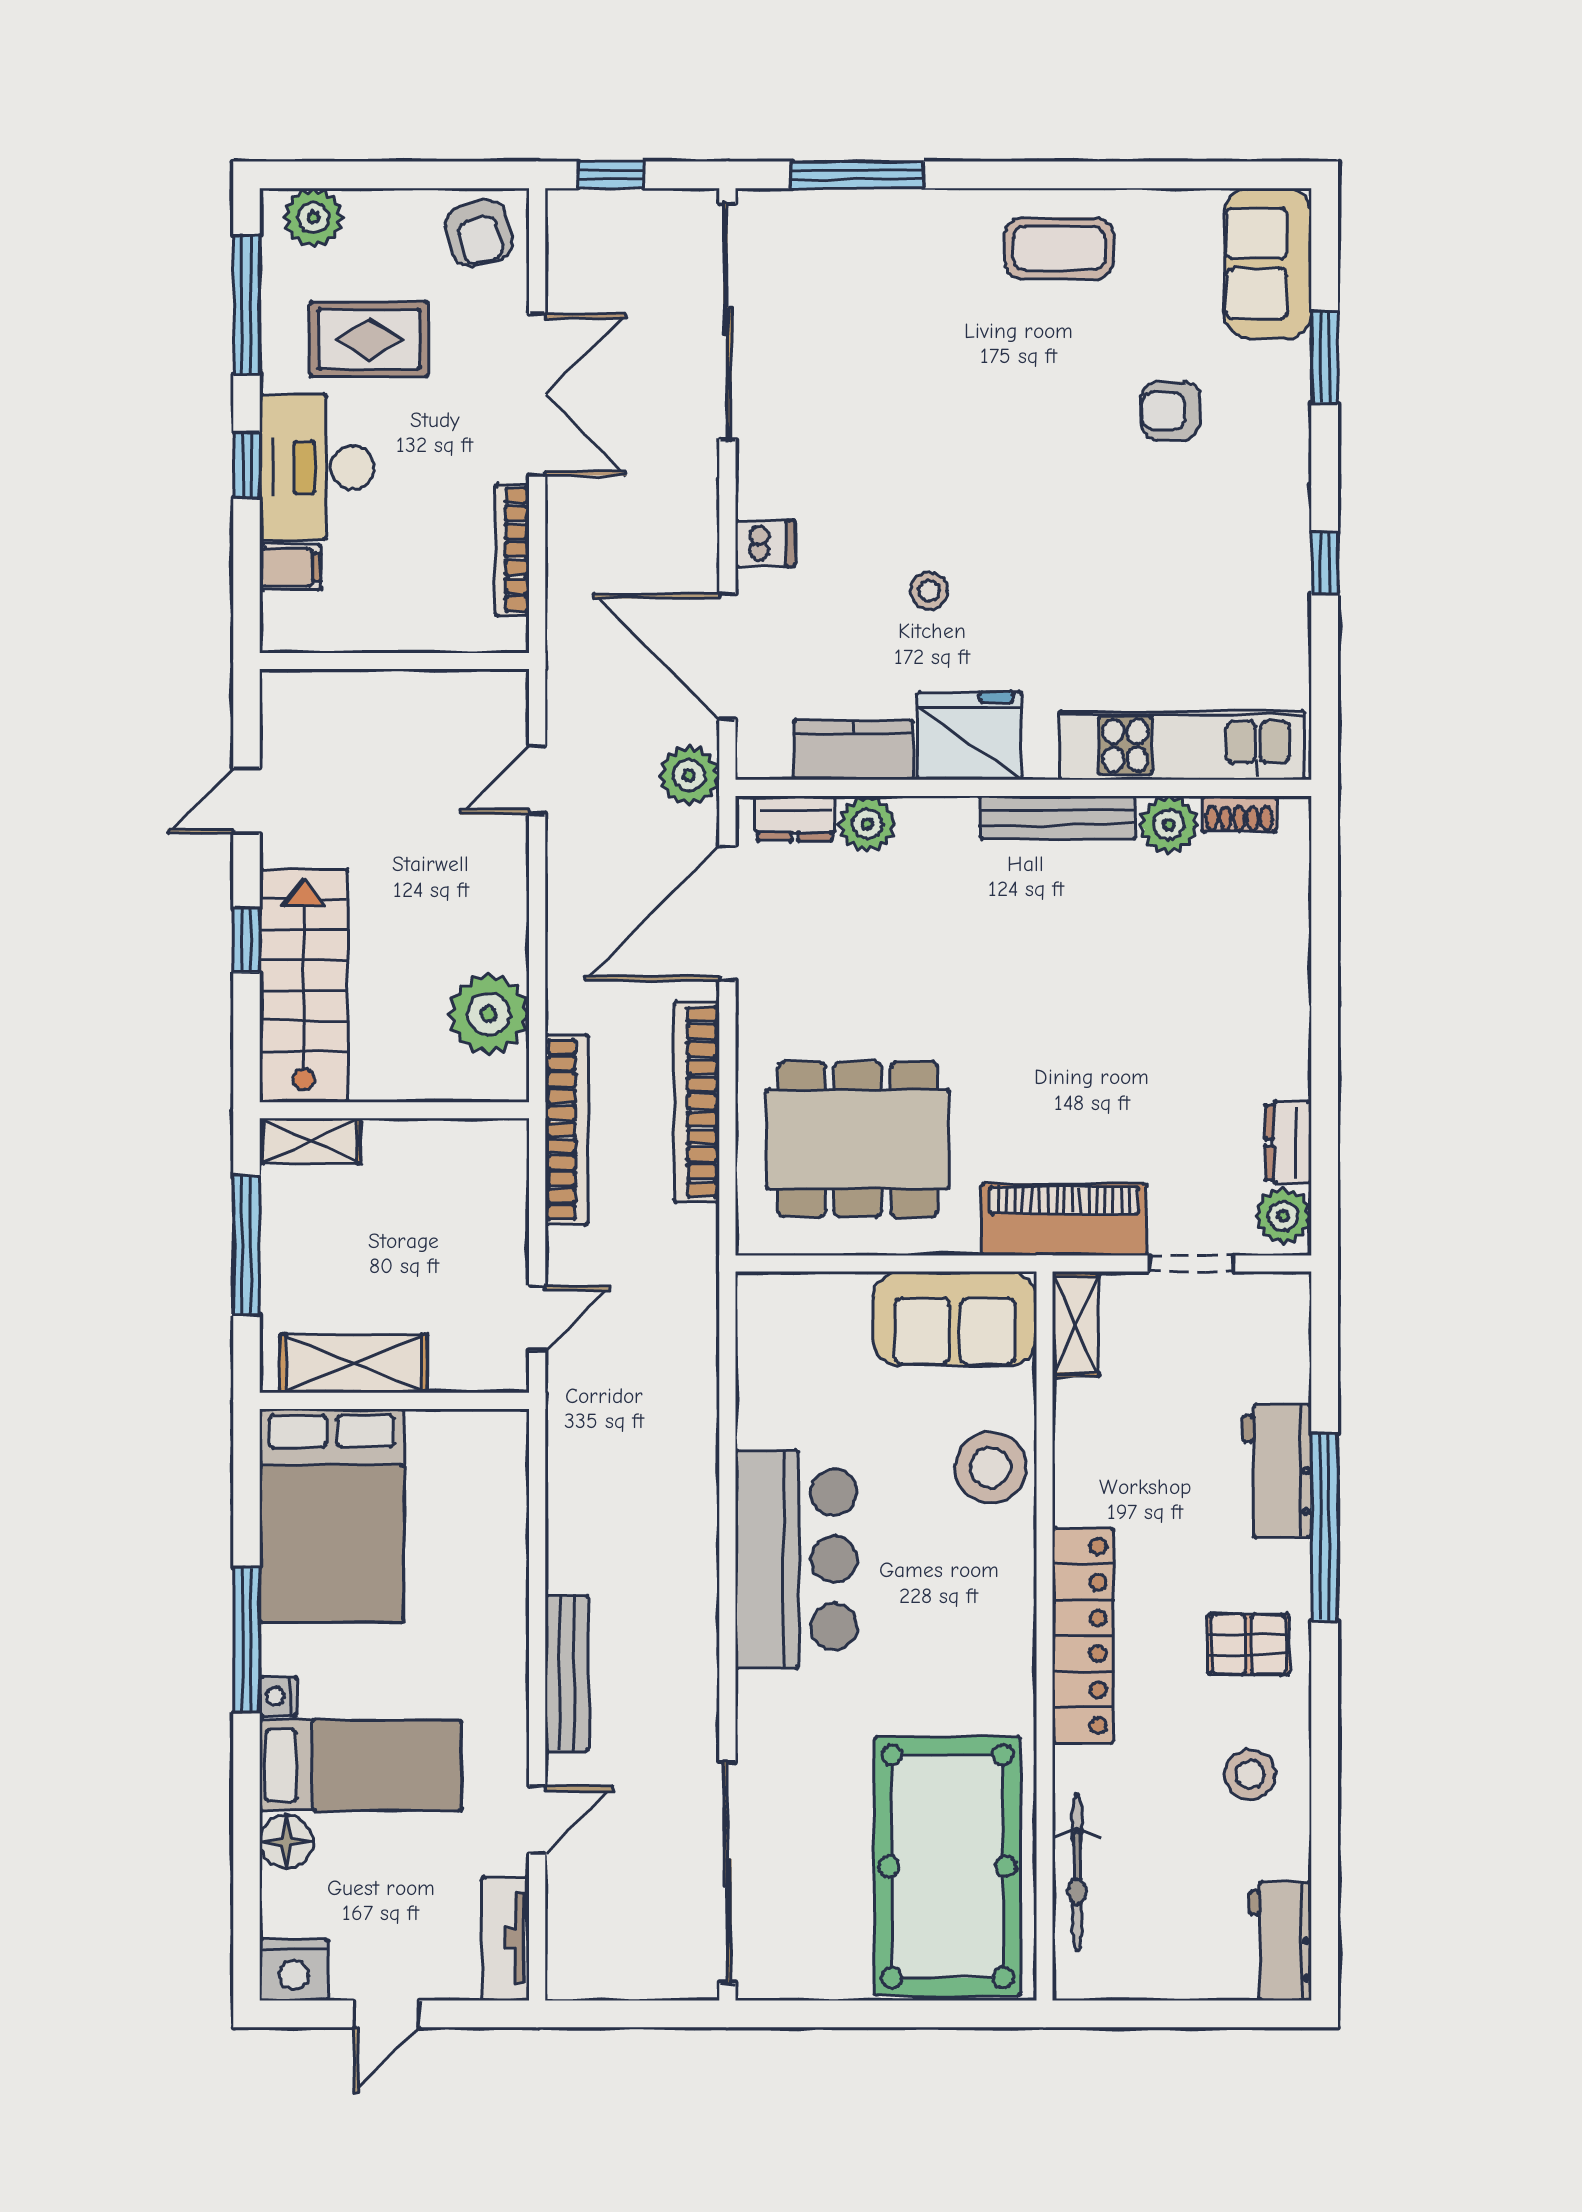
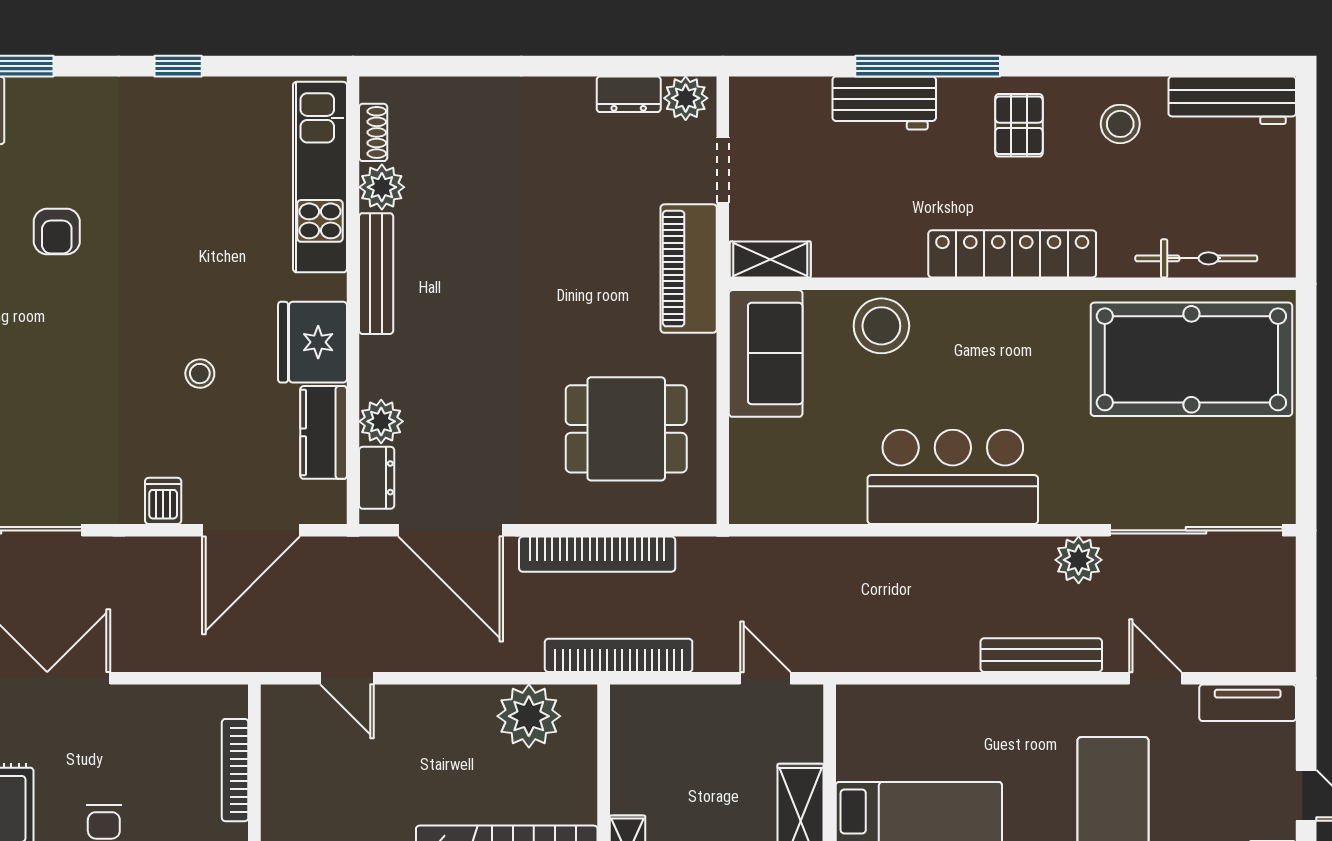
armchair: (1171, 411) -> (57, 232), moved
bookcase: (512, 550) -> (235, 770), moved, turned 90
plant: (689, 775) -> (1079, 560), moved
dining table: (858, 1139) -> (626, 429), width x0.73
workbench: (1281, 1941) -> (1232, 100), width x1.38

